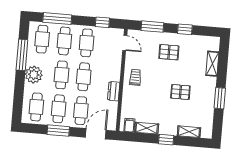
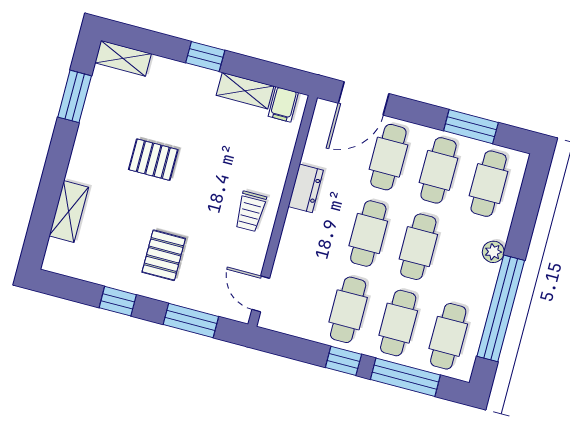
window: (102, 22) -> (343, 361), moved
pallet: (169, 52) -> (164, 255), turned 90
window: (22, 55) -> (501, 308), width x1.46
plant: (34, 75) -> (493, 252), width x0.53, depth x0.53
window: (220, 98) -> (75, 96), moved
window: (58, 131) -> (471, 127), moved
shelving: (189, 132) -> (123, 58), moved

